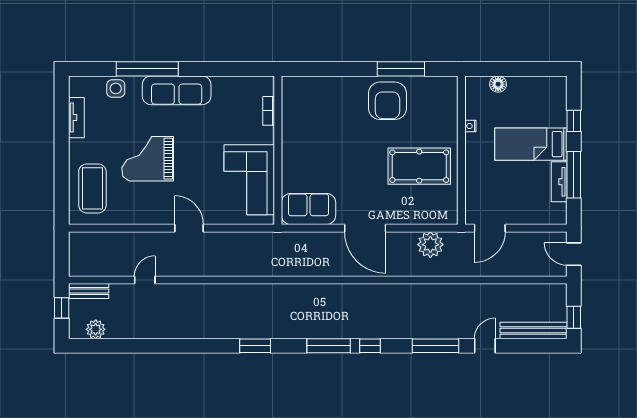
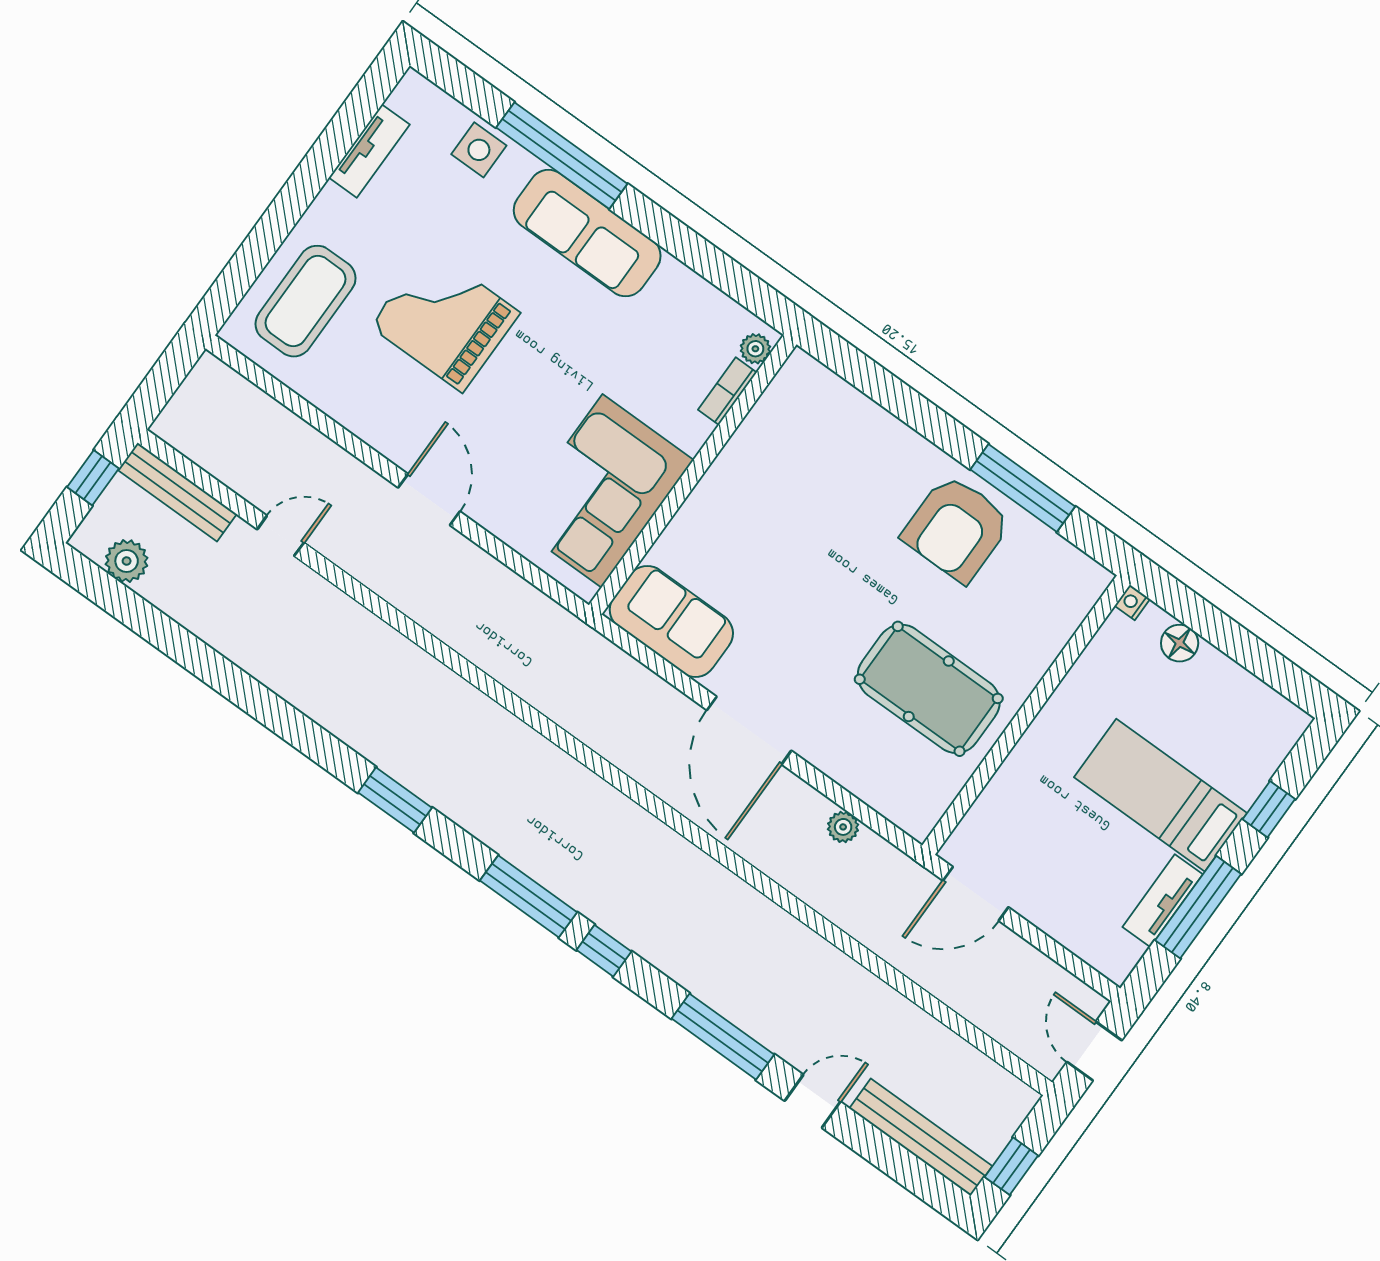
plant: (268, 88) -> (755, 349), added
nightstand: (470, 126) -> (1132, 602), moved
plant: (430, 245) -> (843, 827), width x0.53, depth x0.53
bench: (89, 291) -> (177, 492), width x1.36

